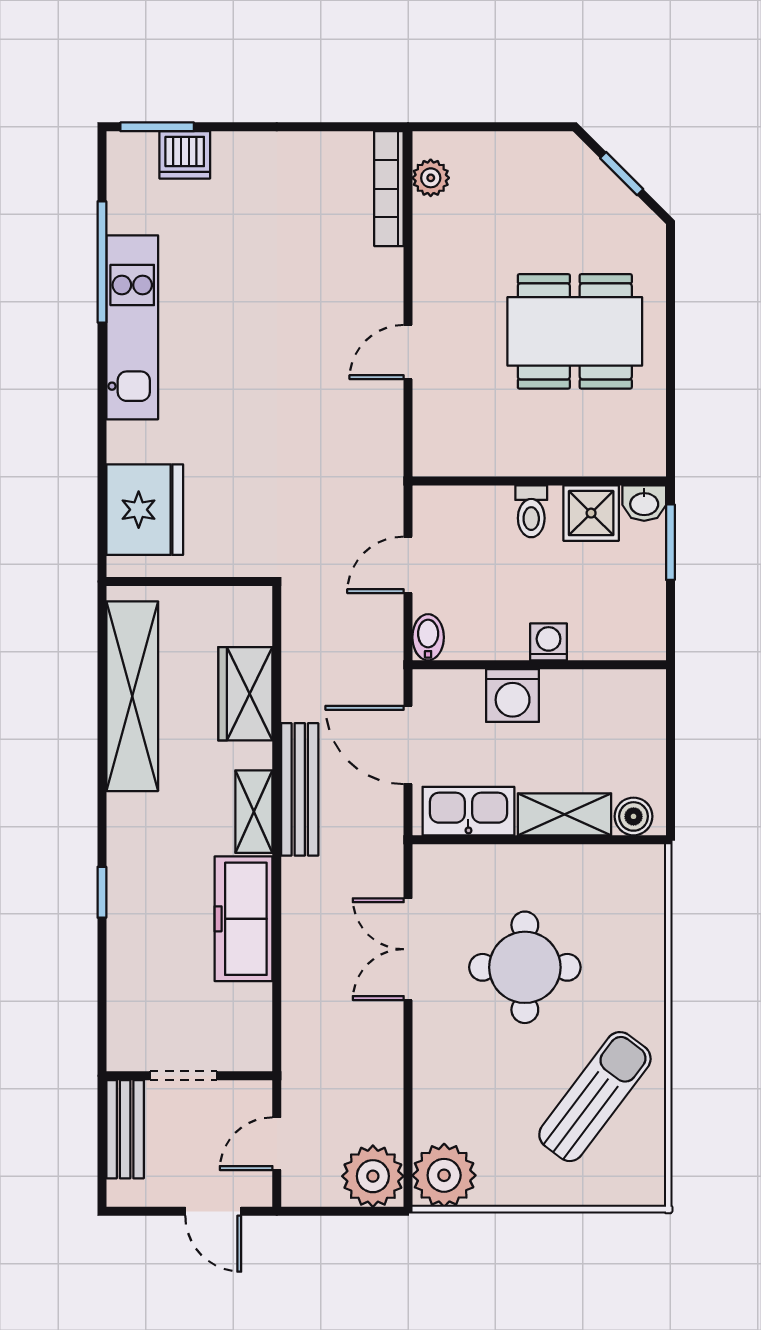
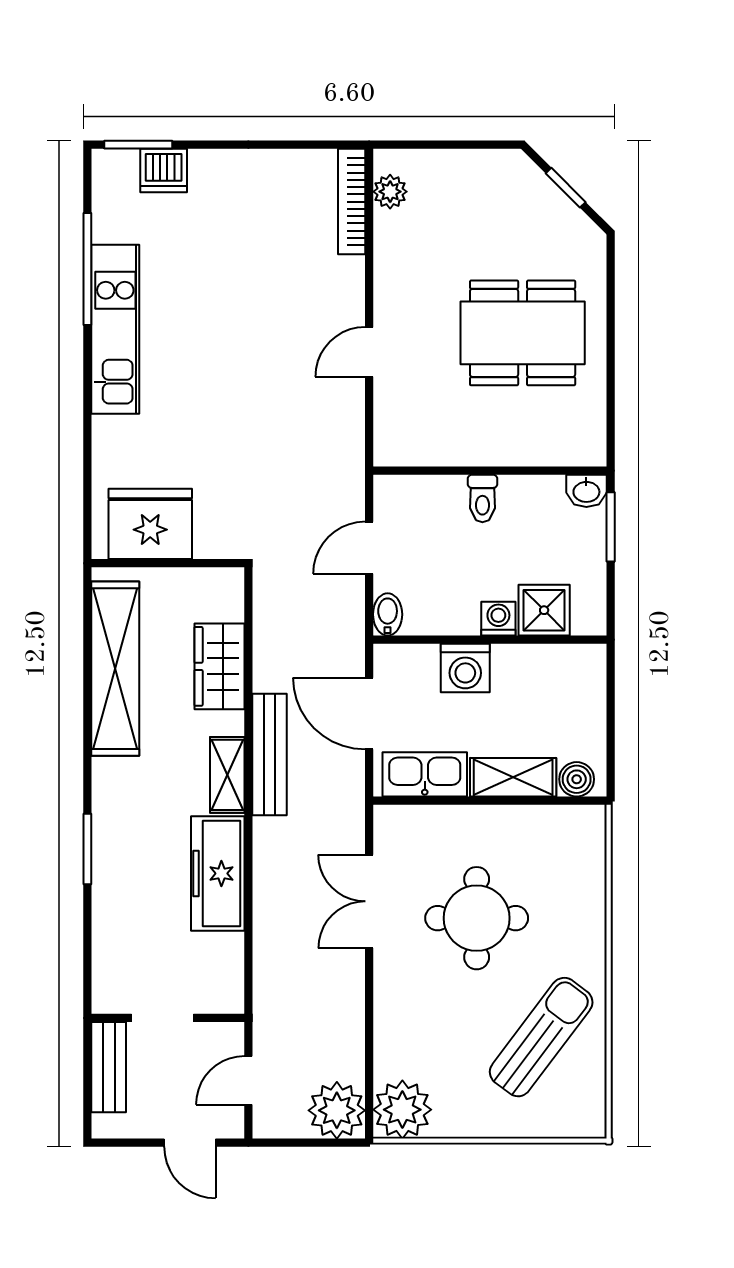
fridge: (145, 510) -> (150, 524), moved, turned -90
shower: (591, 513) -> (544, 610), moved
window: (102, 892) -> (87, 849), width x1.50

